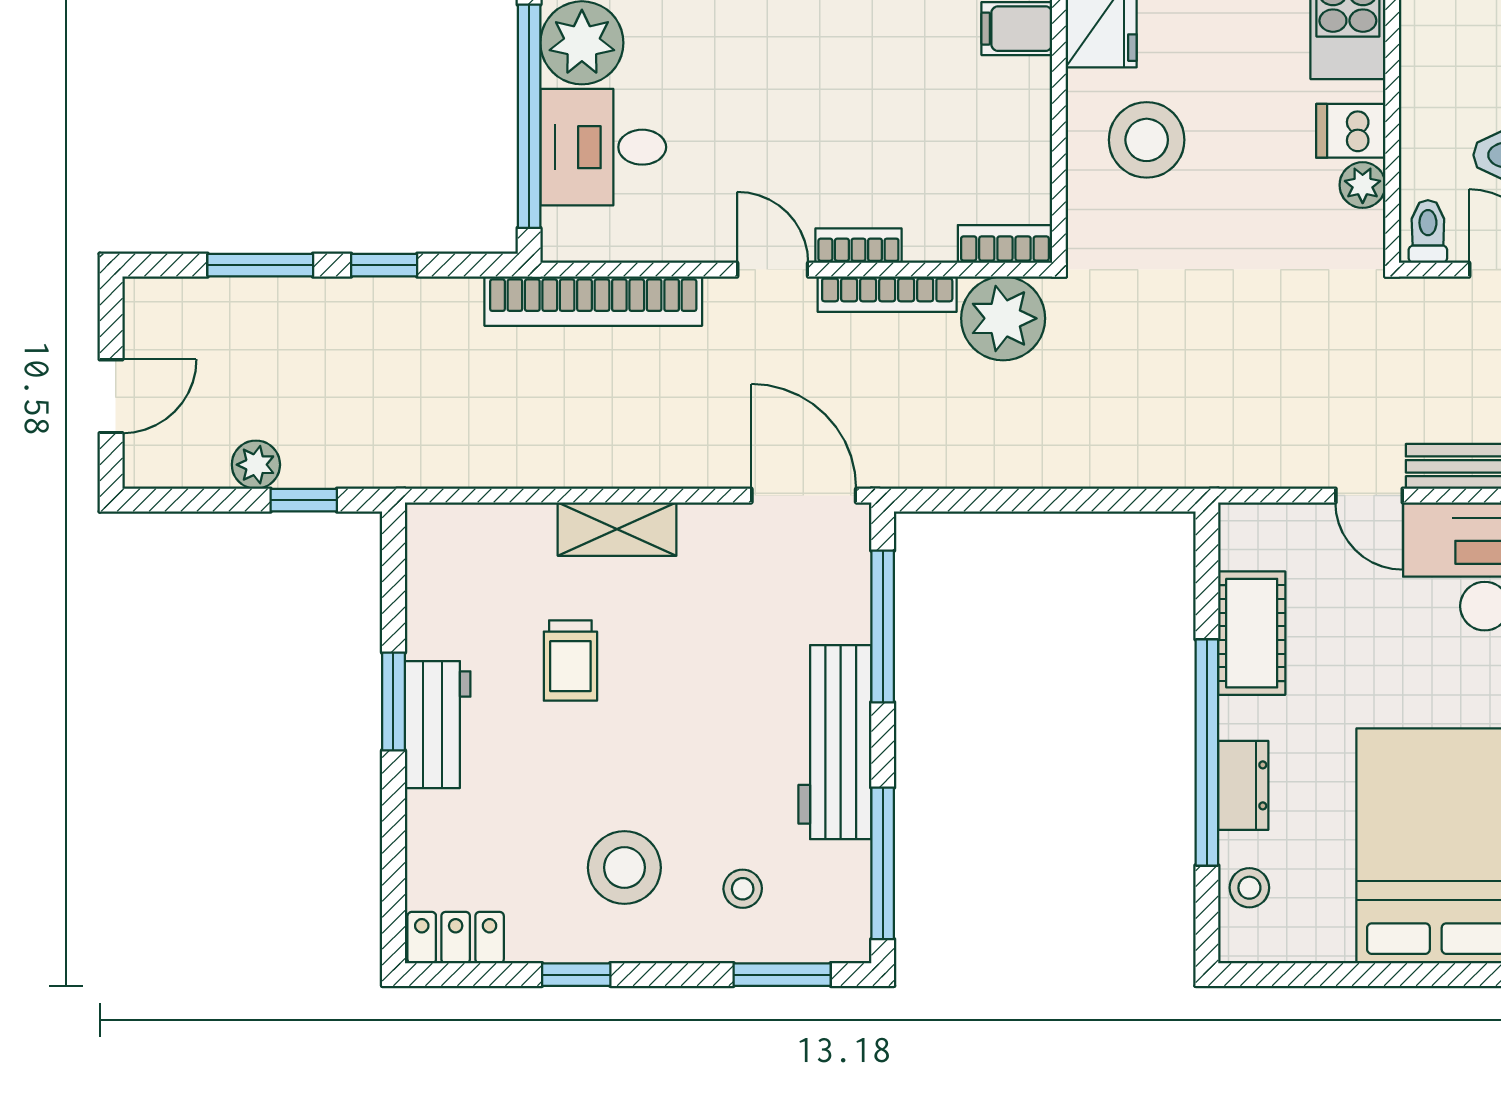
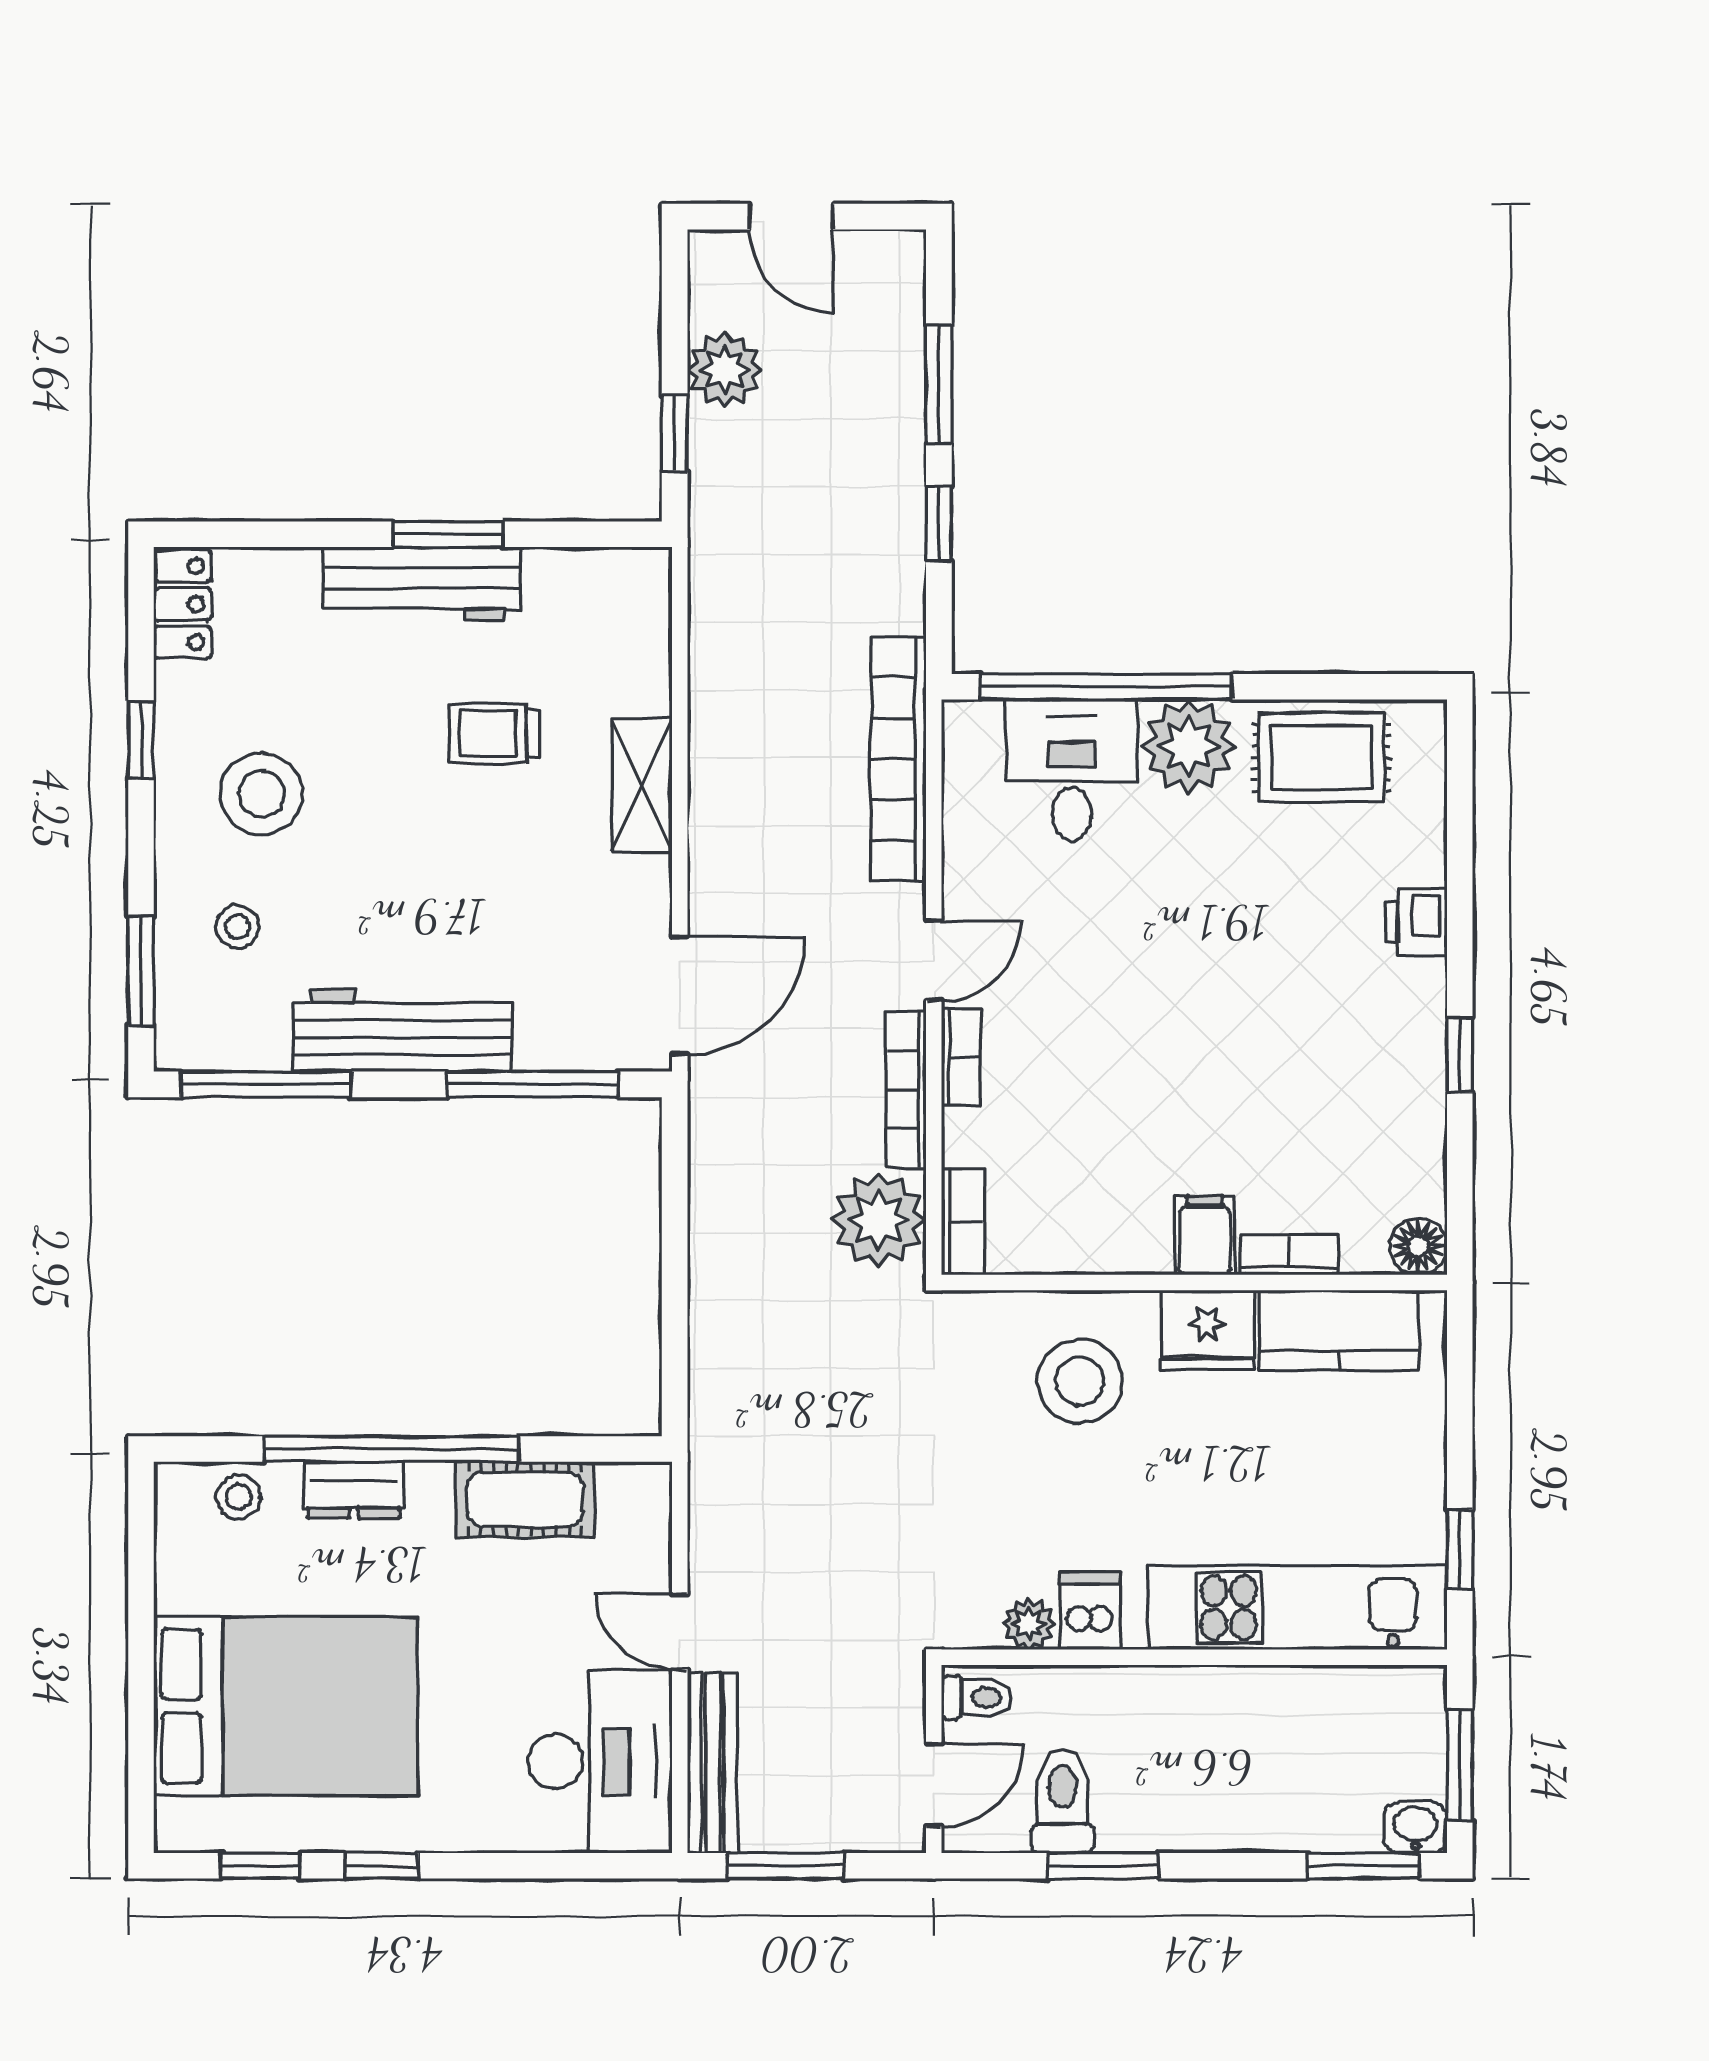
plant: (256, 465) -> (725, 369), width x1.38, depth x1.38
door: (1369, 496) -> (680, 1631), hinge flipped
workbench: (438, 725) -> (422, 584), width x1.38

